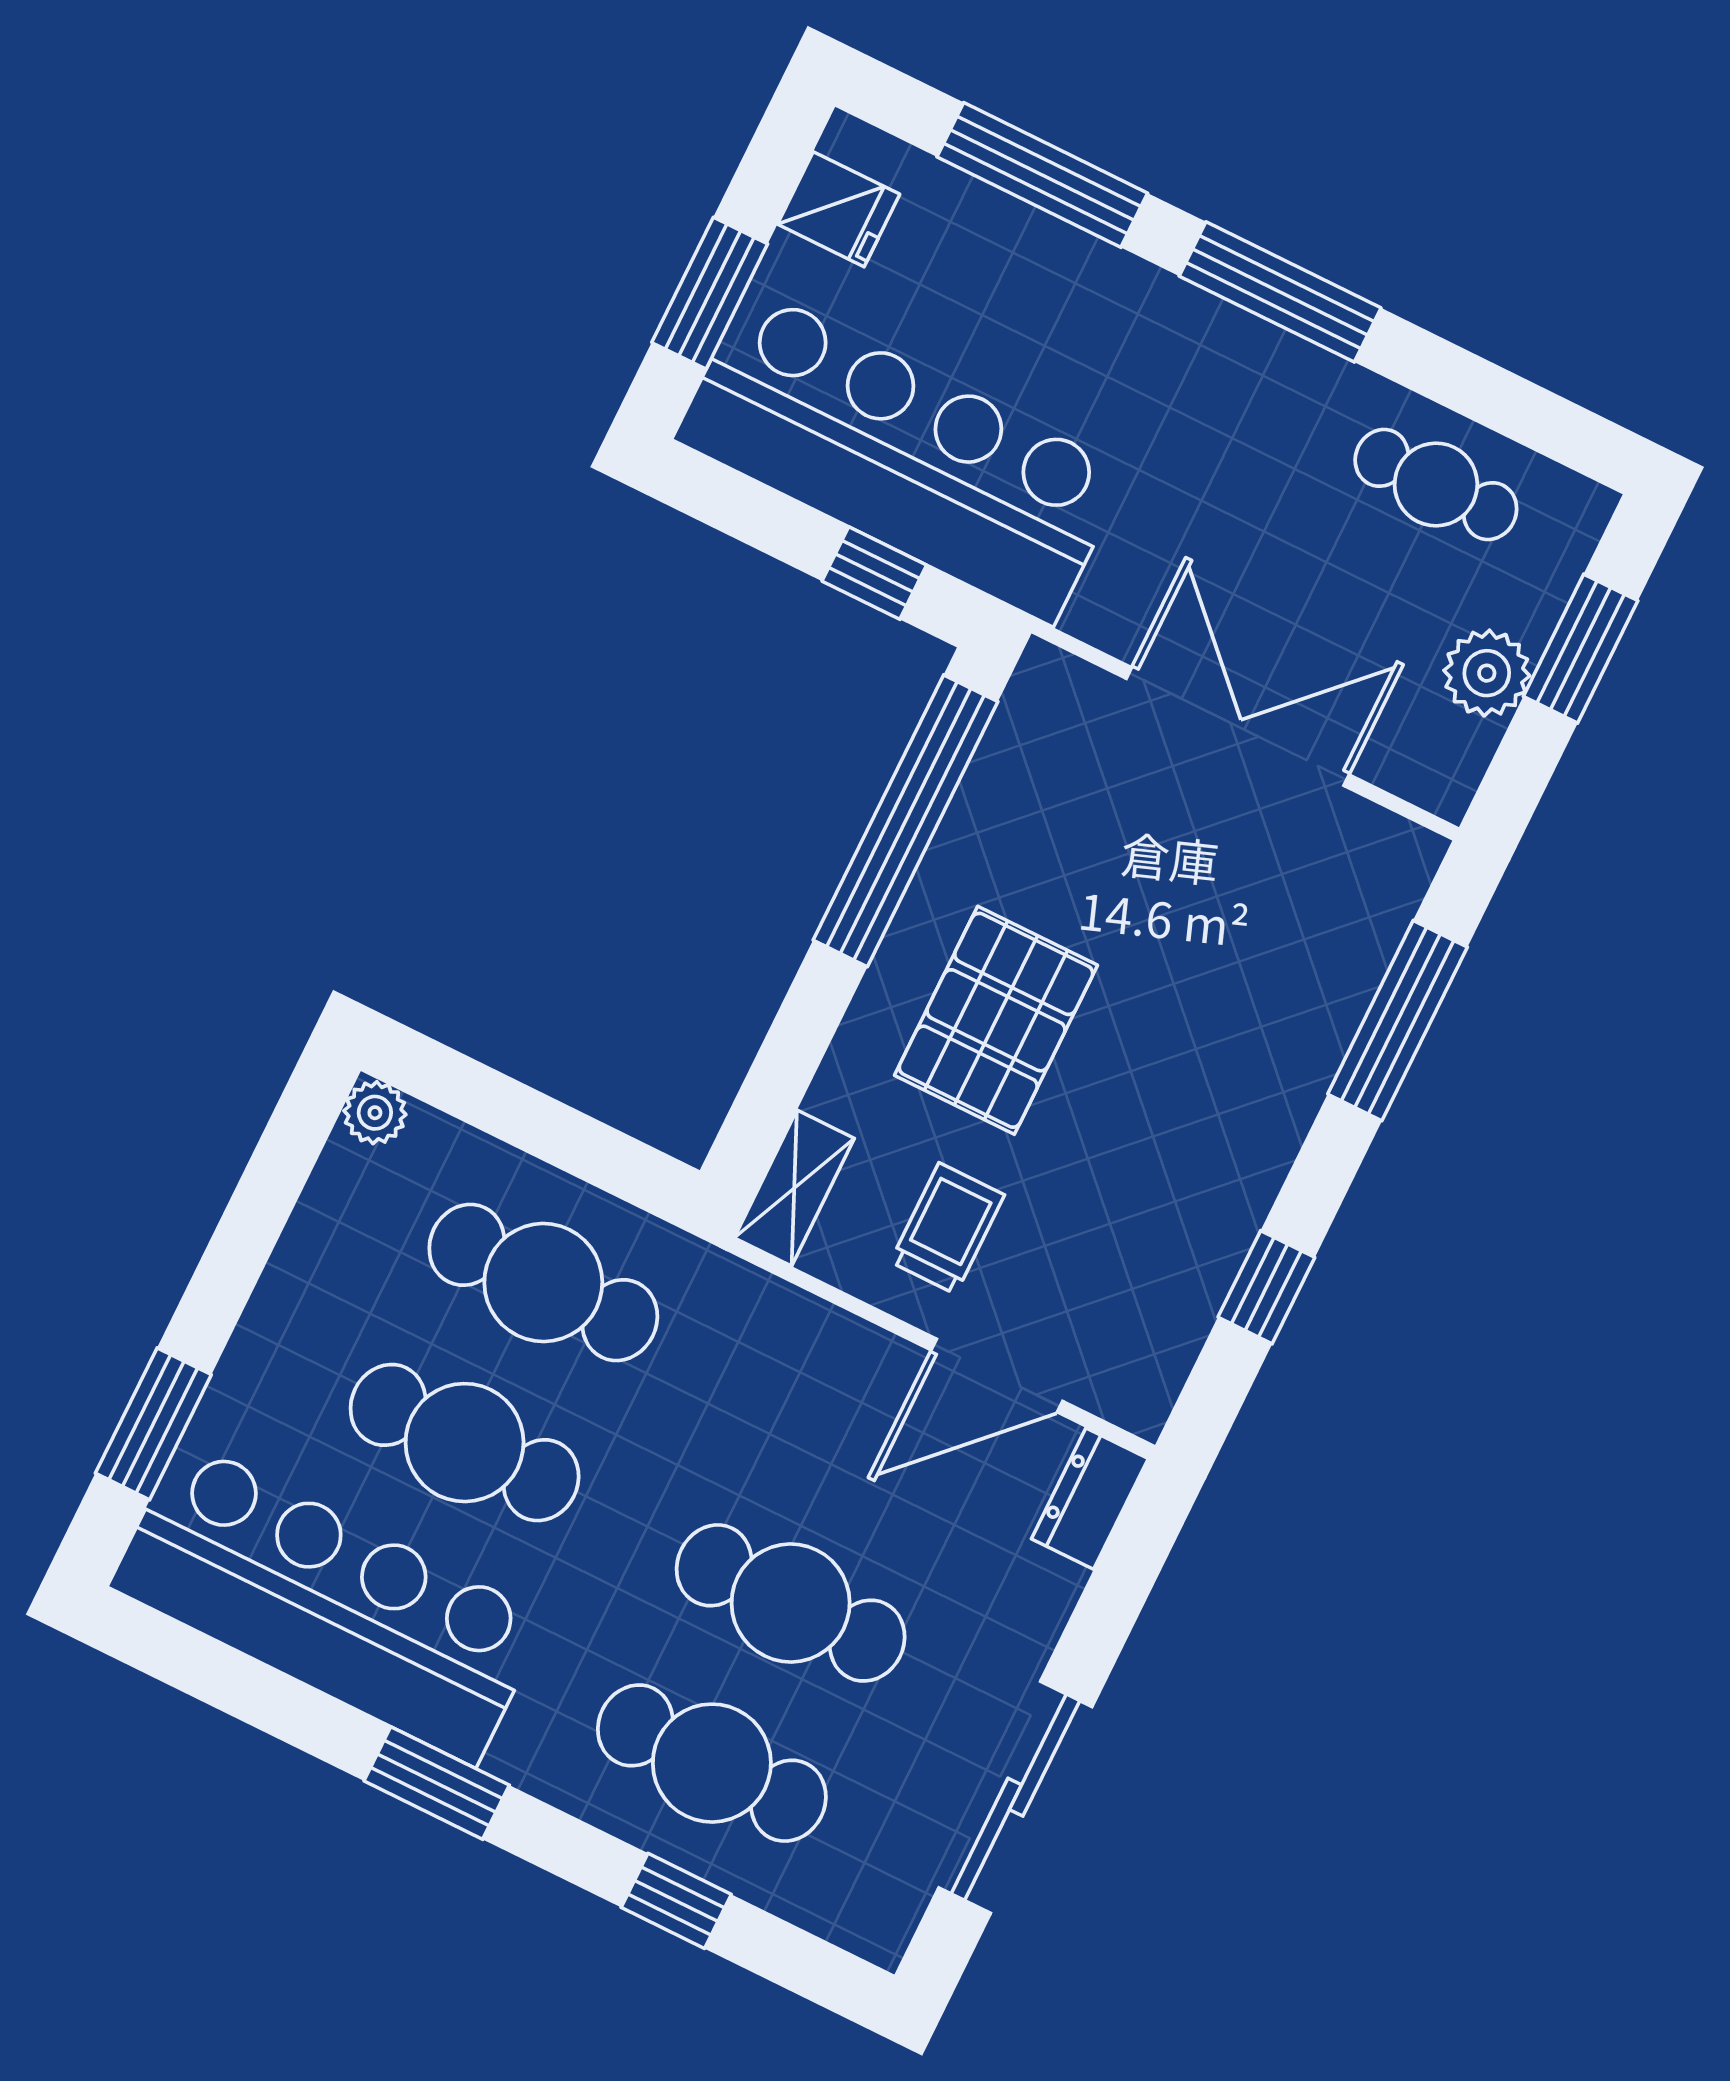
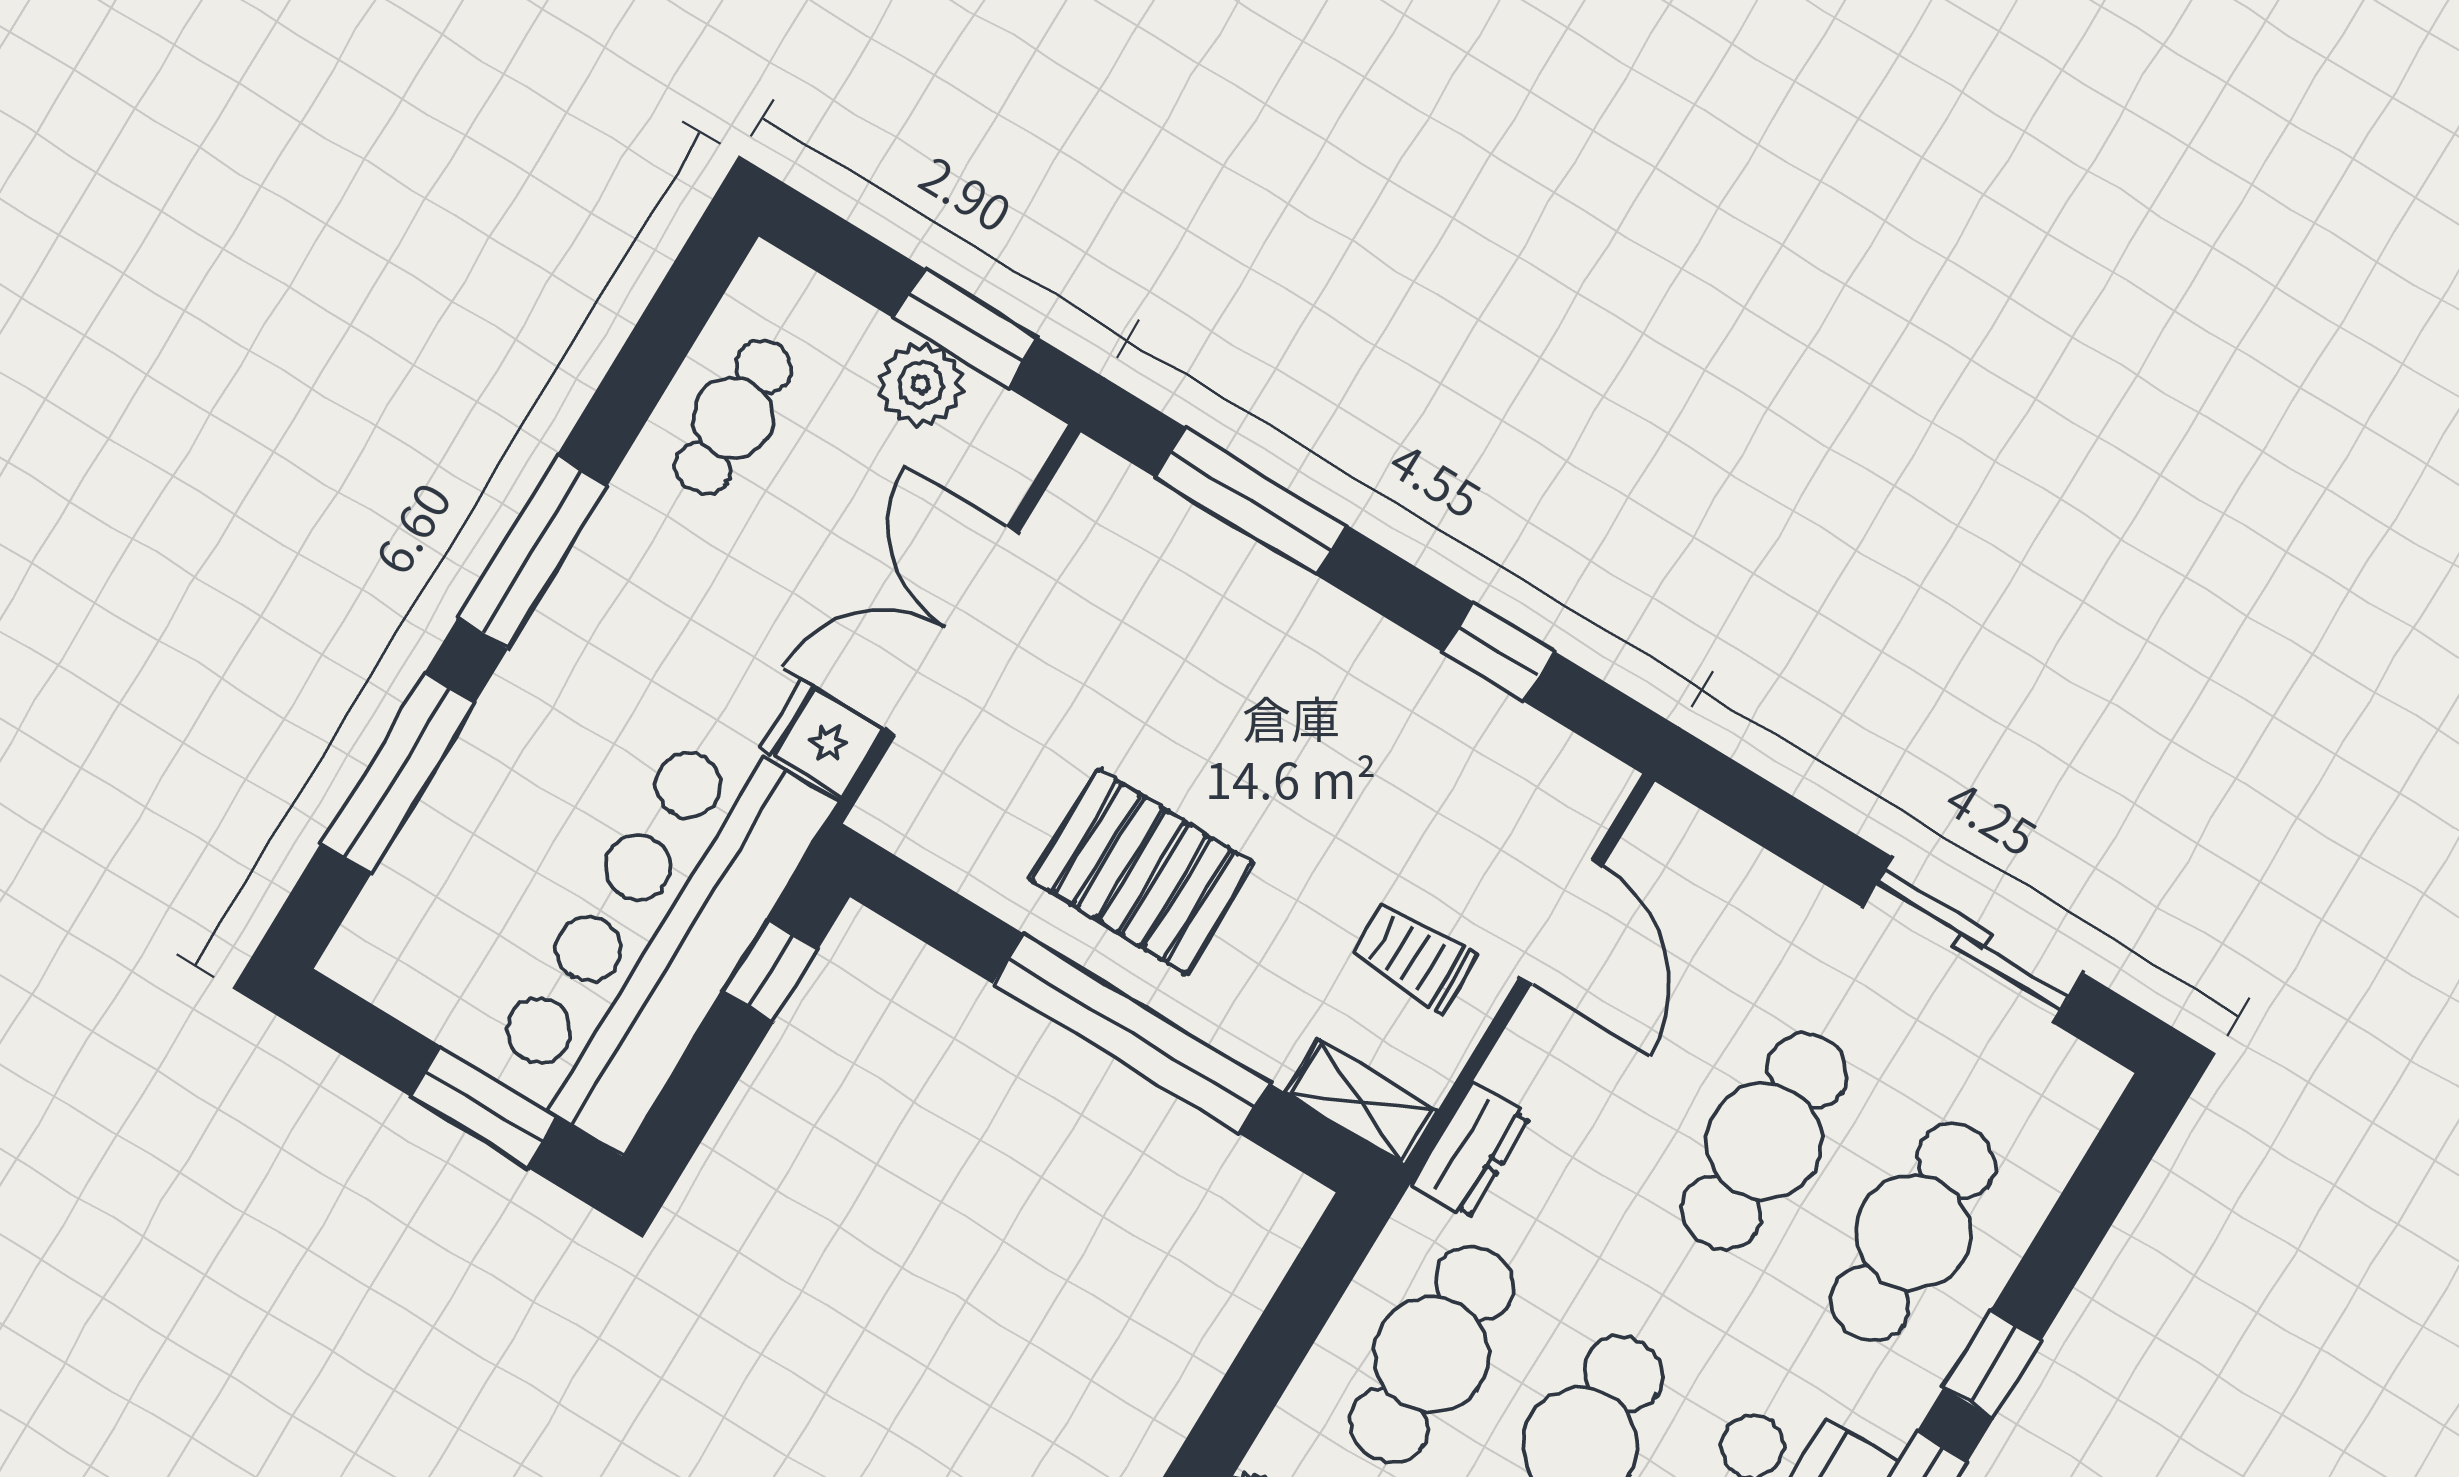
fridge: (839, 209) -> (822, 738), moved, turned -90
window: (1581, 649) -> (966, 328), moved
window: (906, 821) -> (1131, 1034), moved
pallet: (996, 1020) -> (1142, 871), moved
dresser: (1090, 1499) -> (1470, 1150), moved, turned -90
window: (676, 1901) -> (1992, 1364), moved

